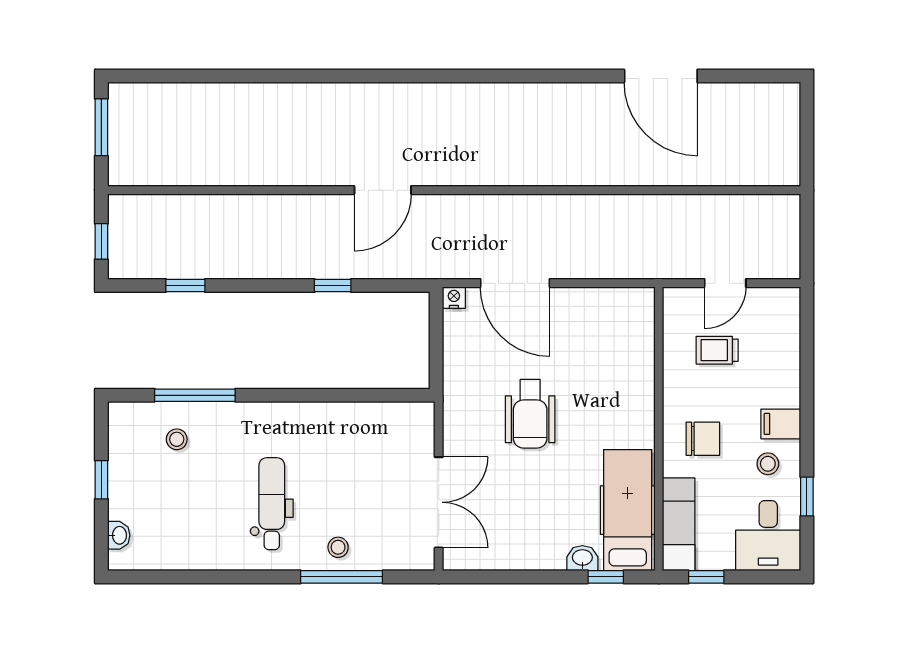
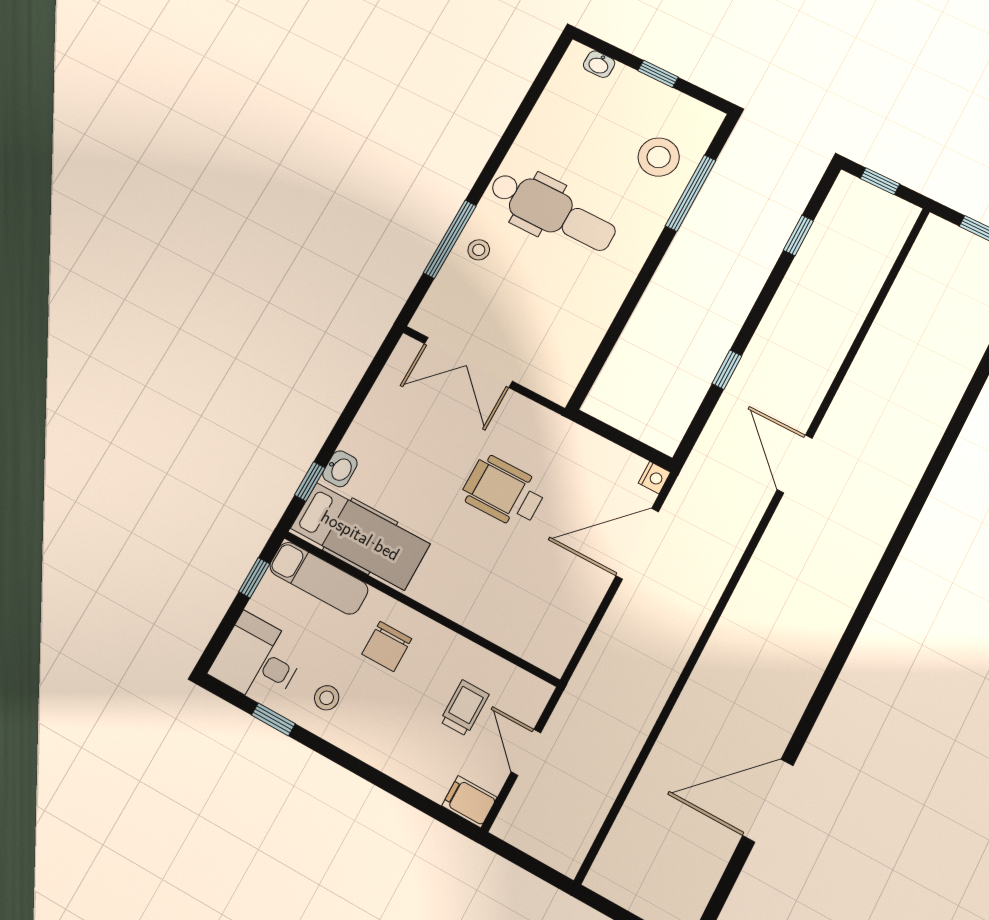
filing cabinet: (781, 424) -> (469, 802), moved, turned -90
stool: (177, 439) -> (659, 157), width x1.89, depth x1.89
dental chair: (272, 504) -> (552, 211), width x1.36, depth x1.38

